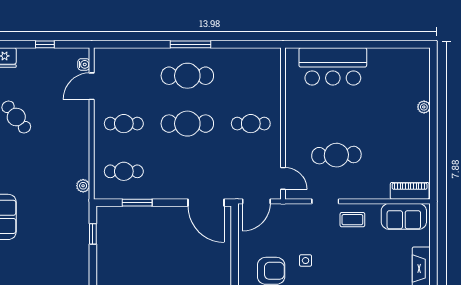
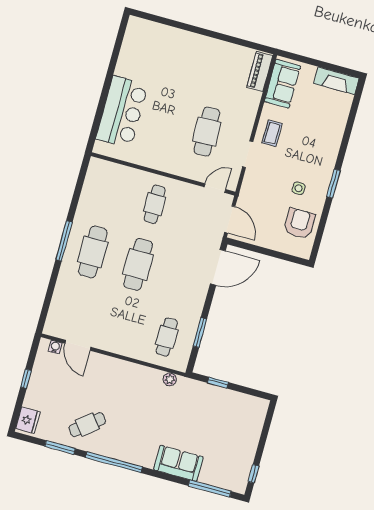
plant: (424, 107) -> (184, 36), removed
cafe table: (124, 124) -> (122, 325), removed

